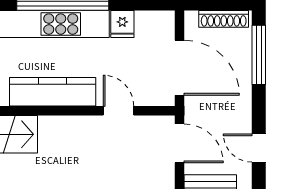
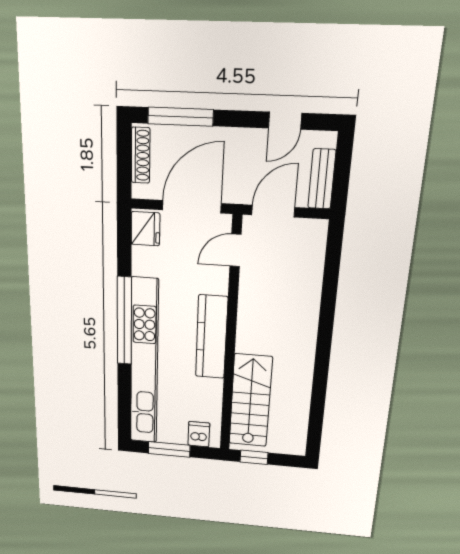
fridge: (122, 24) -> (145, 229), moved, width x1.38
door: (118, 111) -> (236, 250), moved

